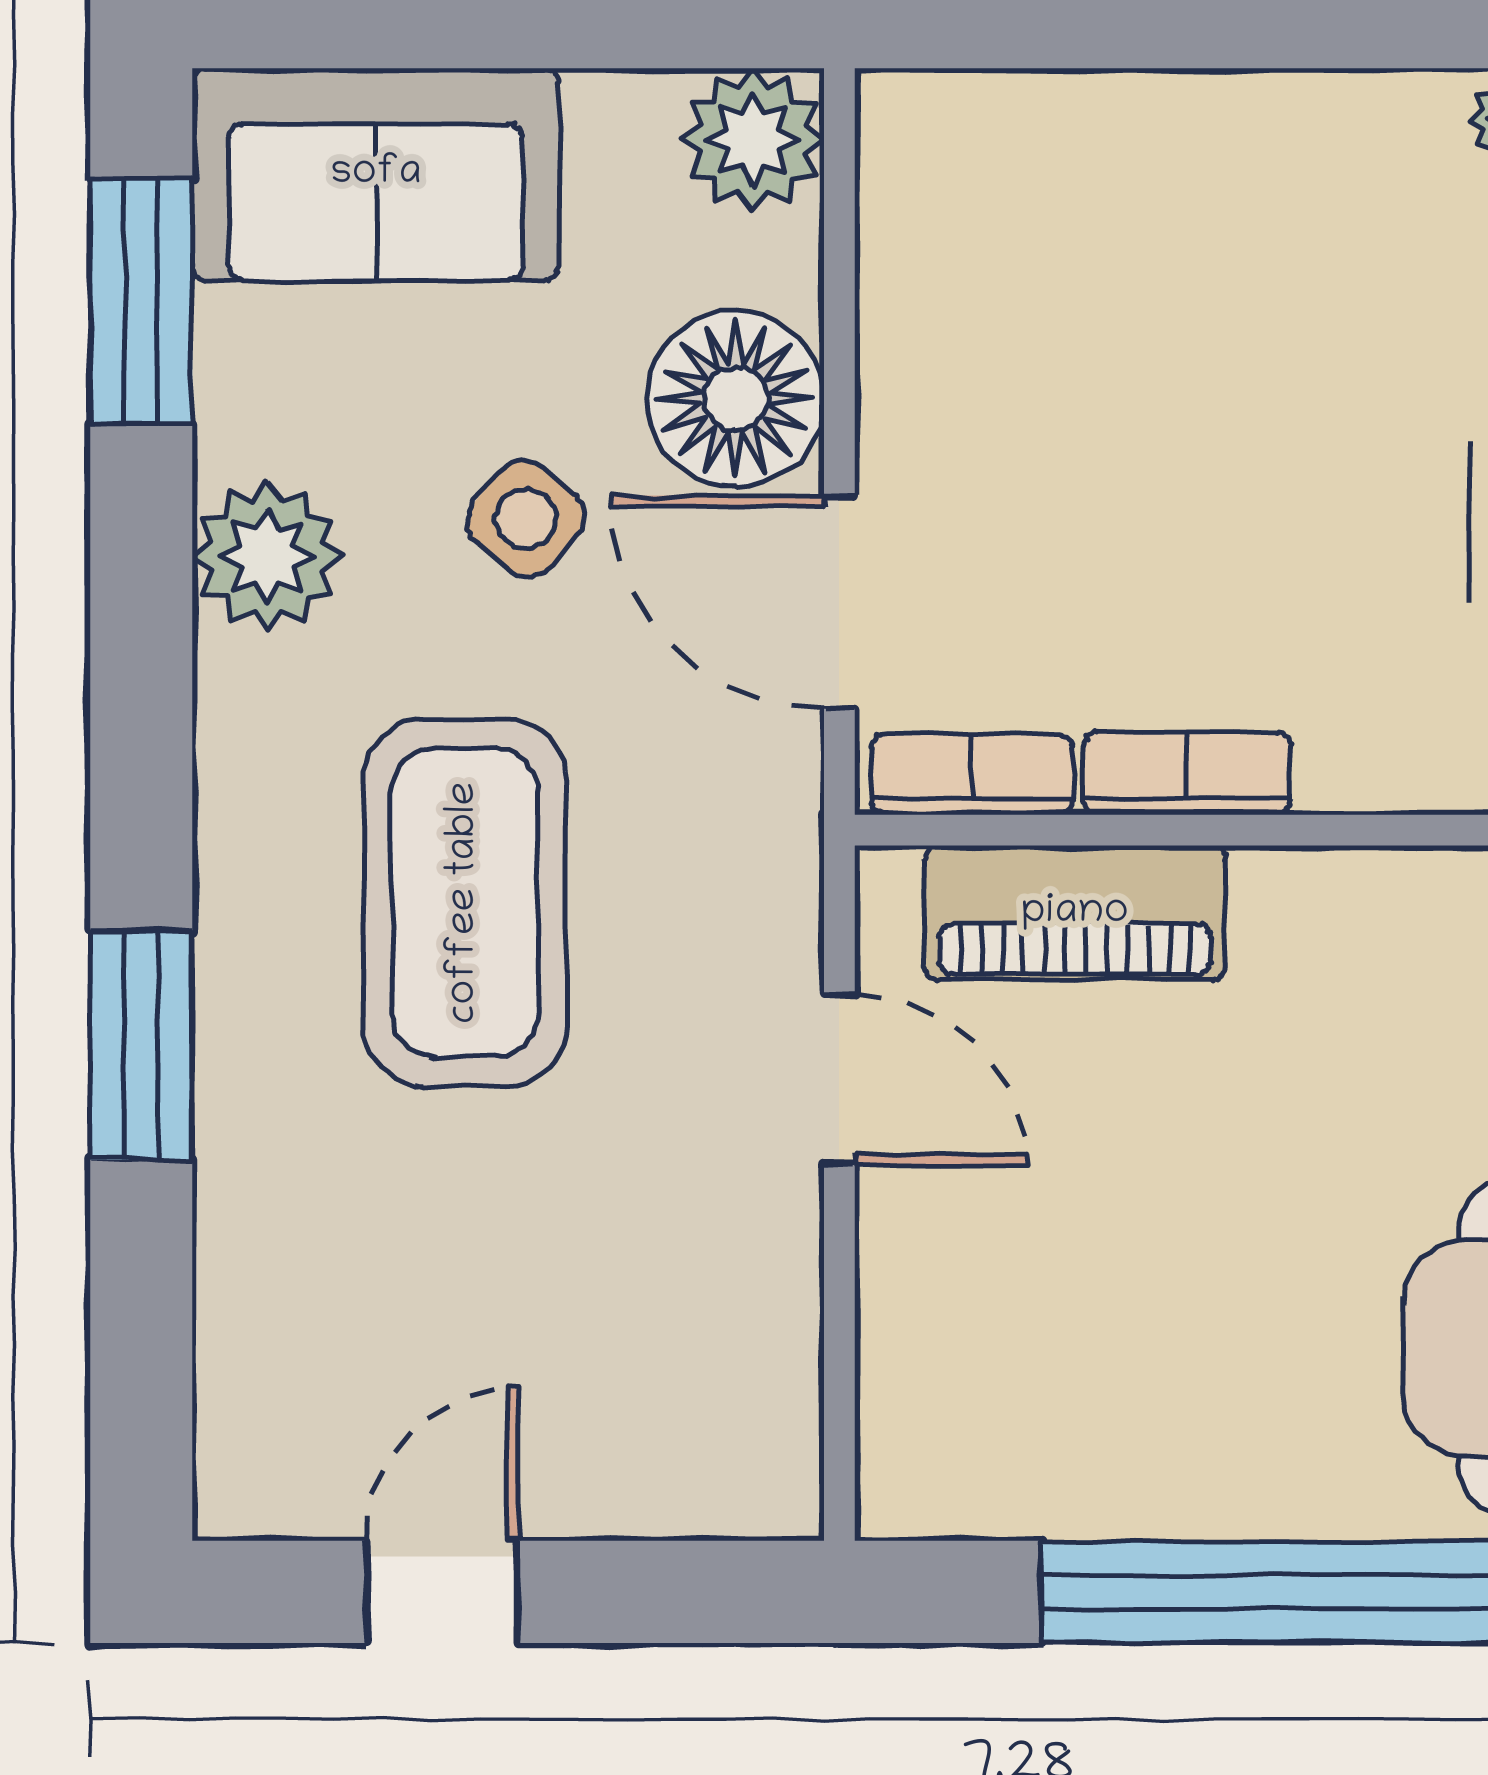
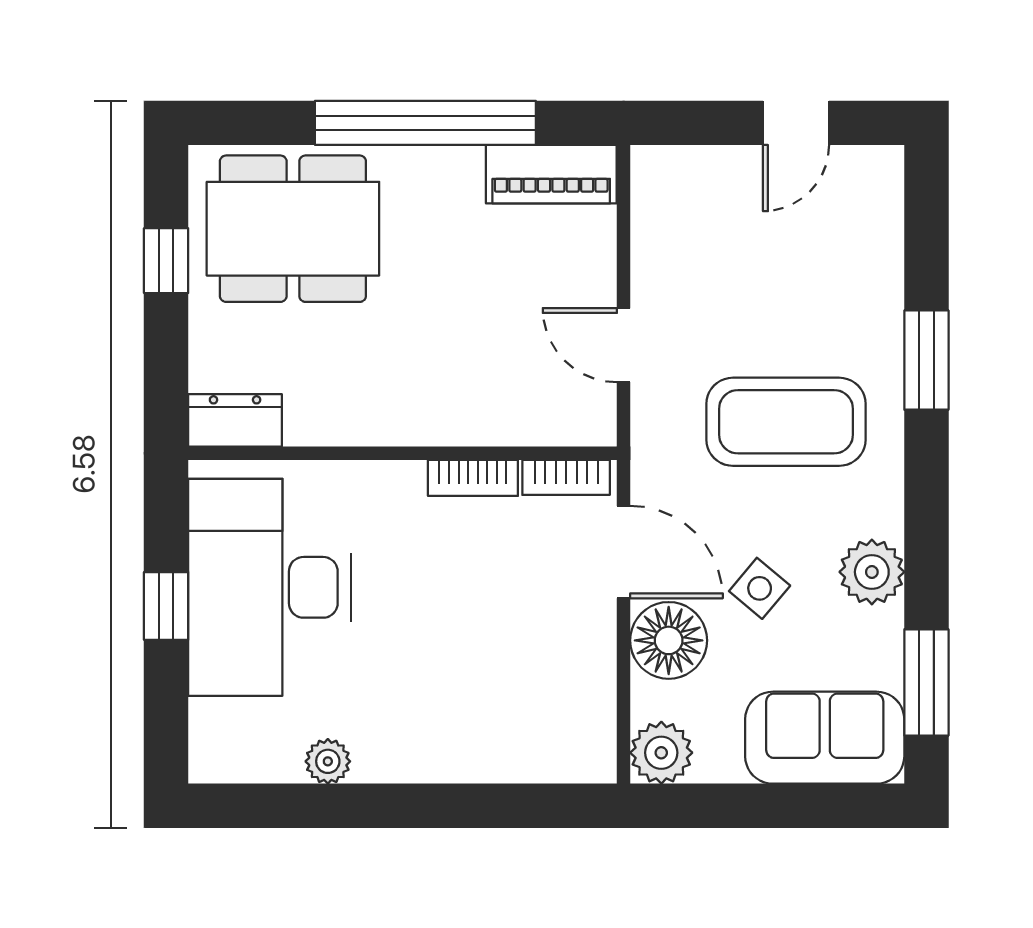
coffee table: (465, 903) -> (786, 422), turned 90
piano: (1075, 913) -> (551, 174), moved, turned 180

